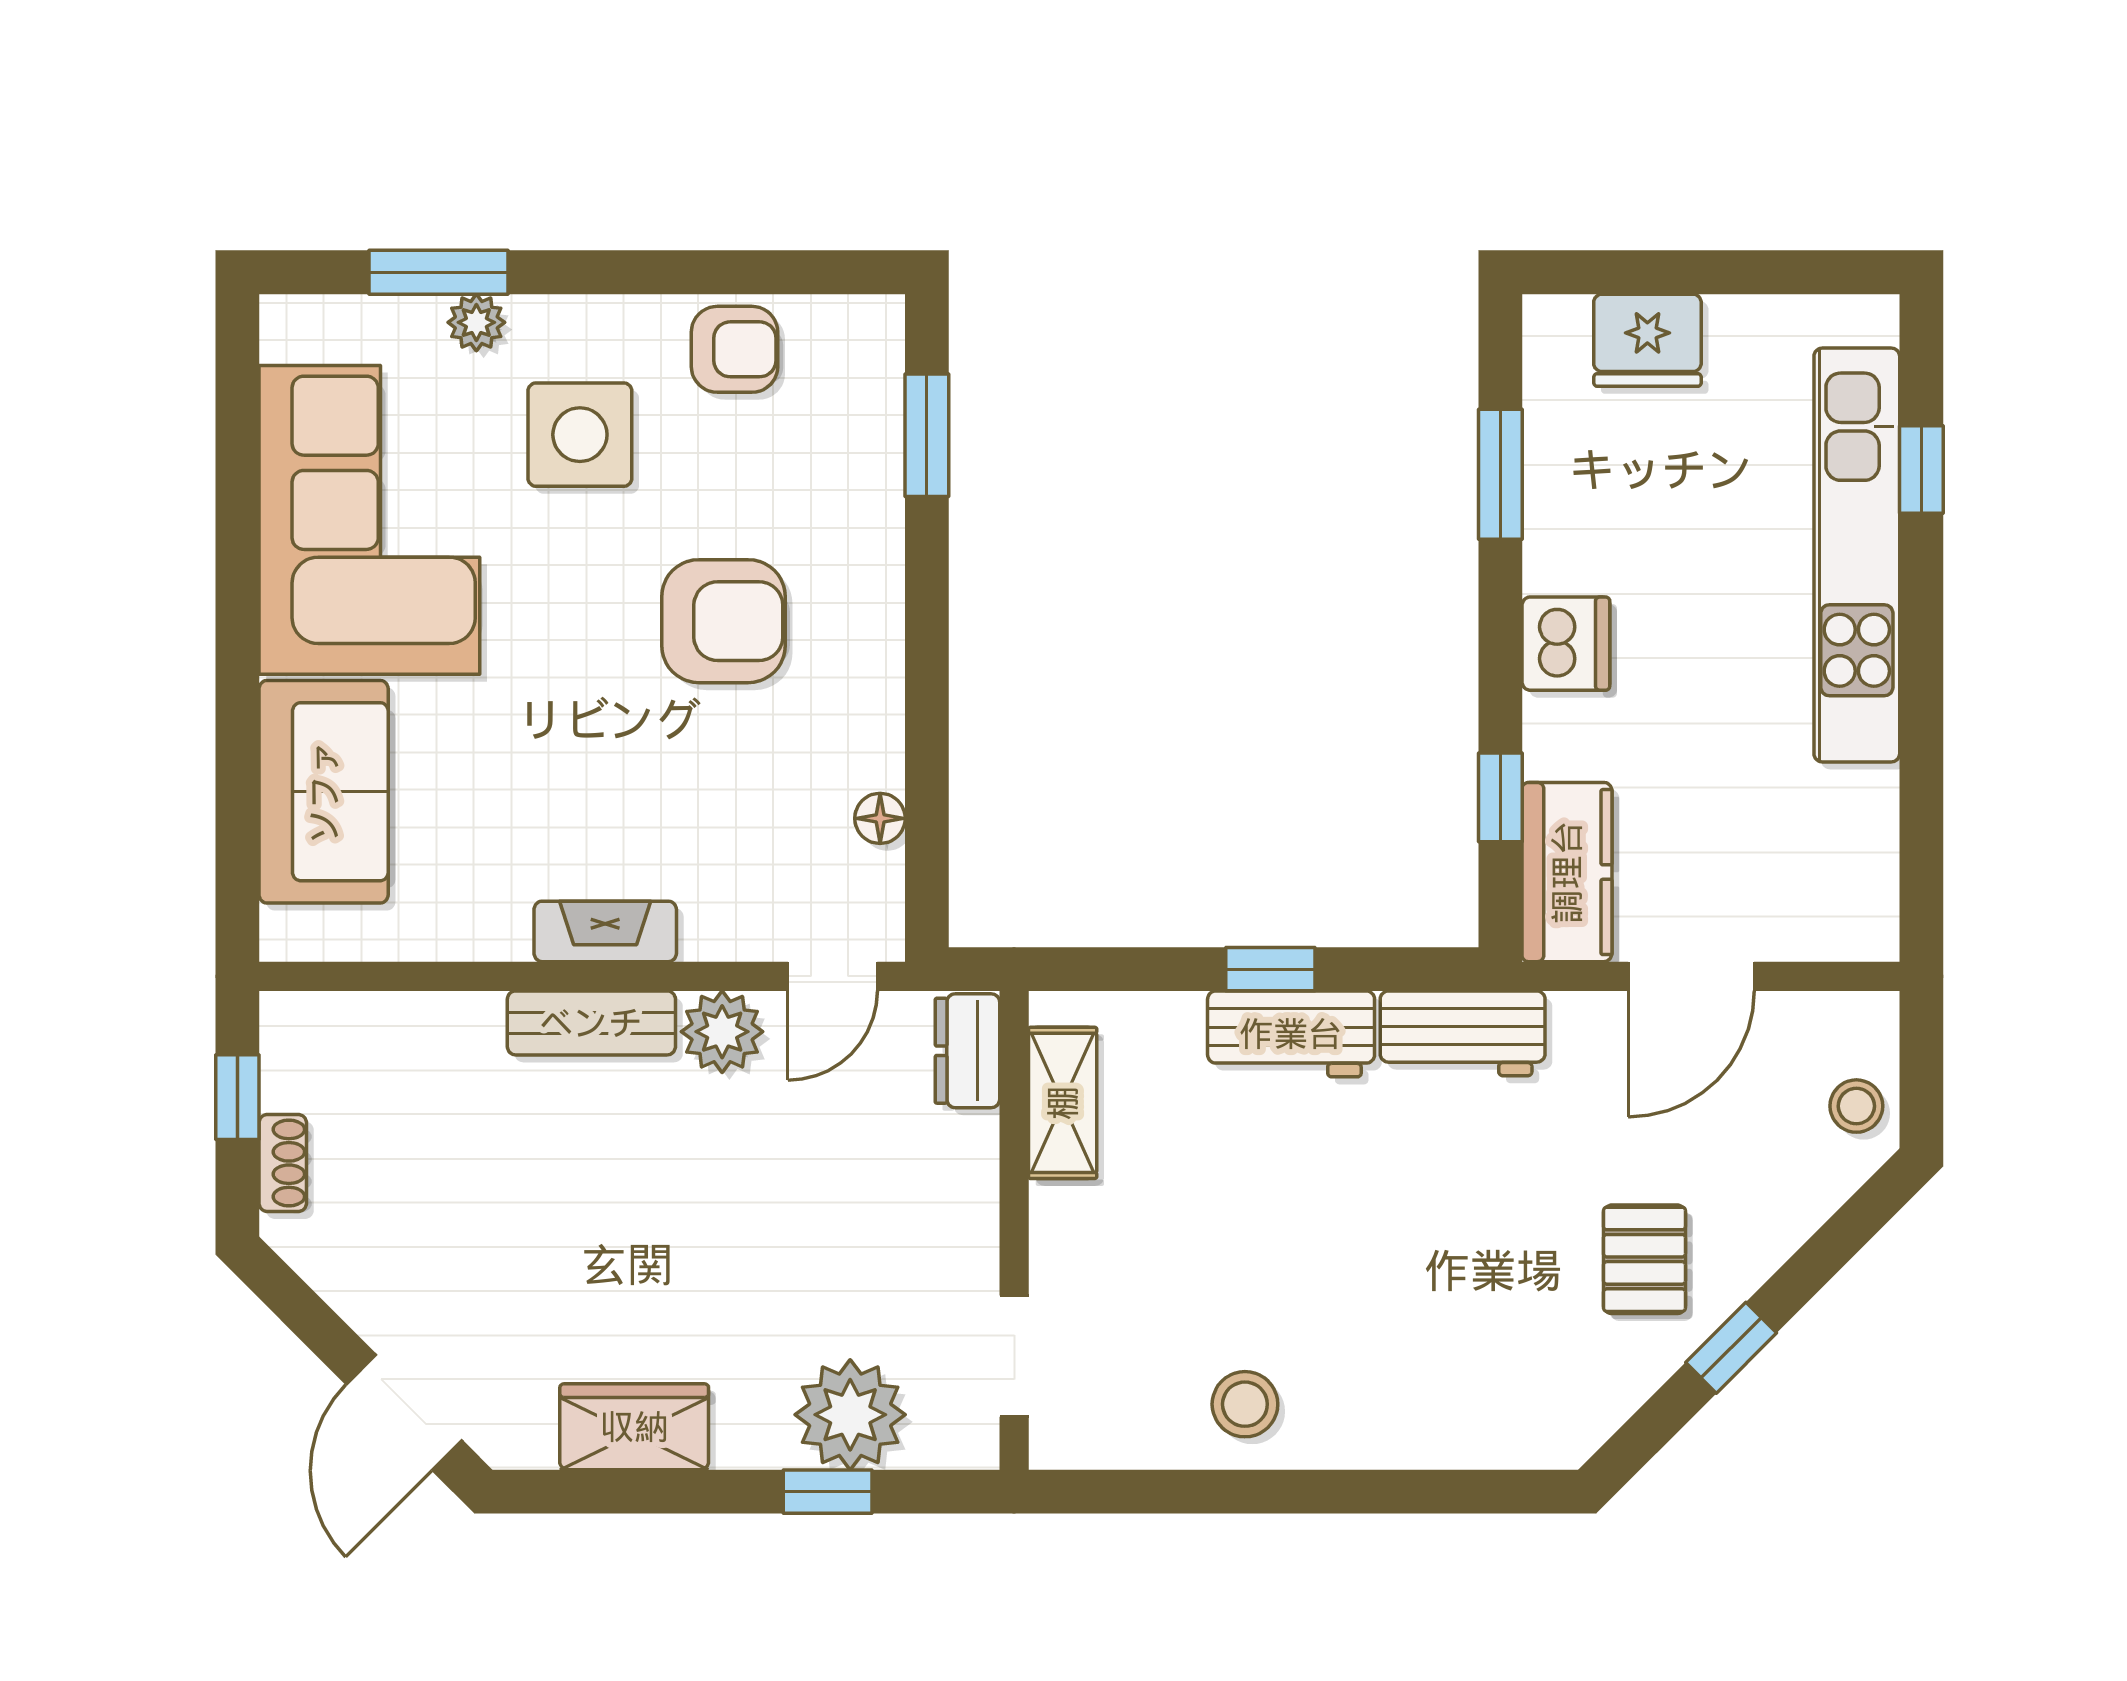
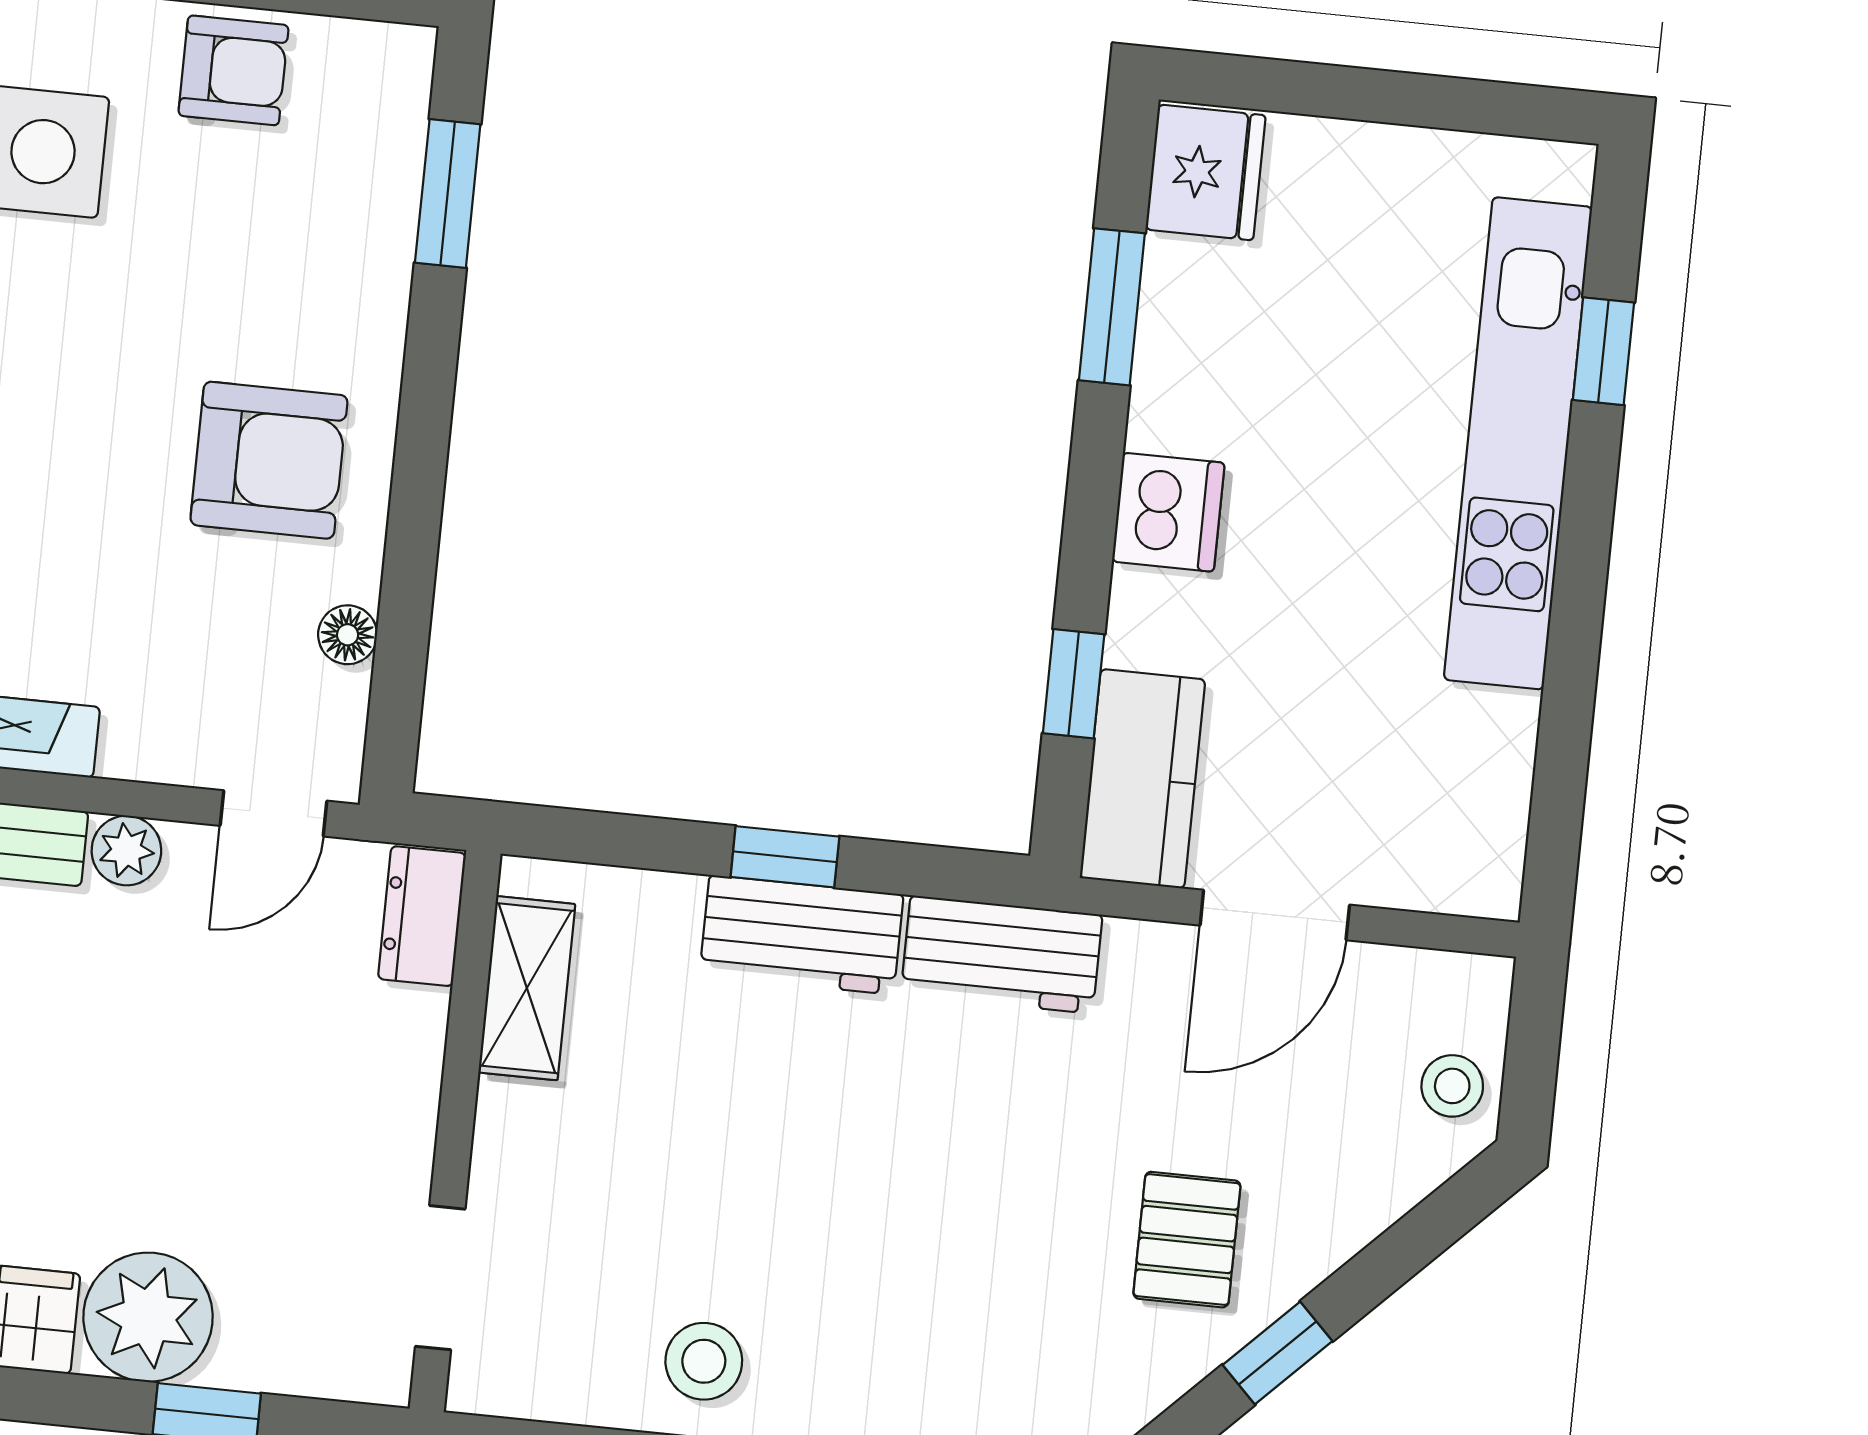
fridge: (1647, 340) -> (1206, 172), moved, turned -90
armchair: (724, 621) -> (269, 460), moved
plant: (722, 1032) -> (126, 851), width x0.73, depth x0.73
plant: (850, 1415) -> (148, 1317), moved

